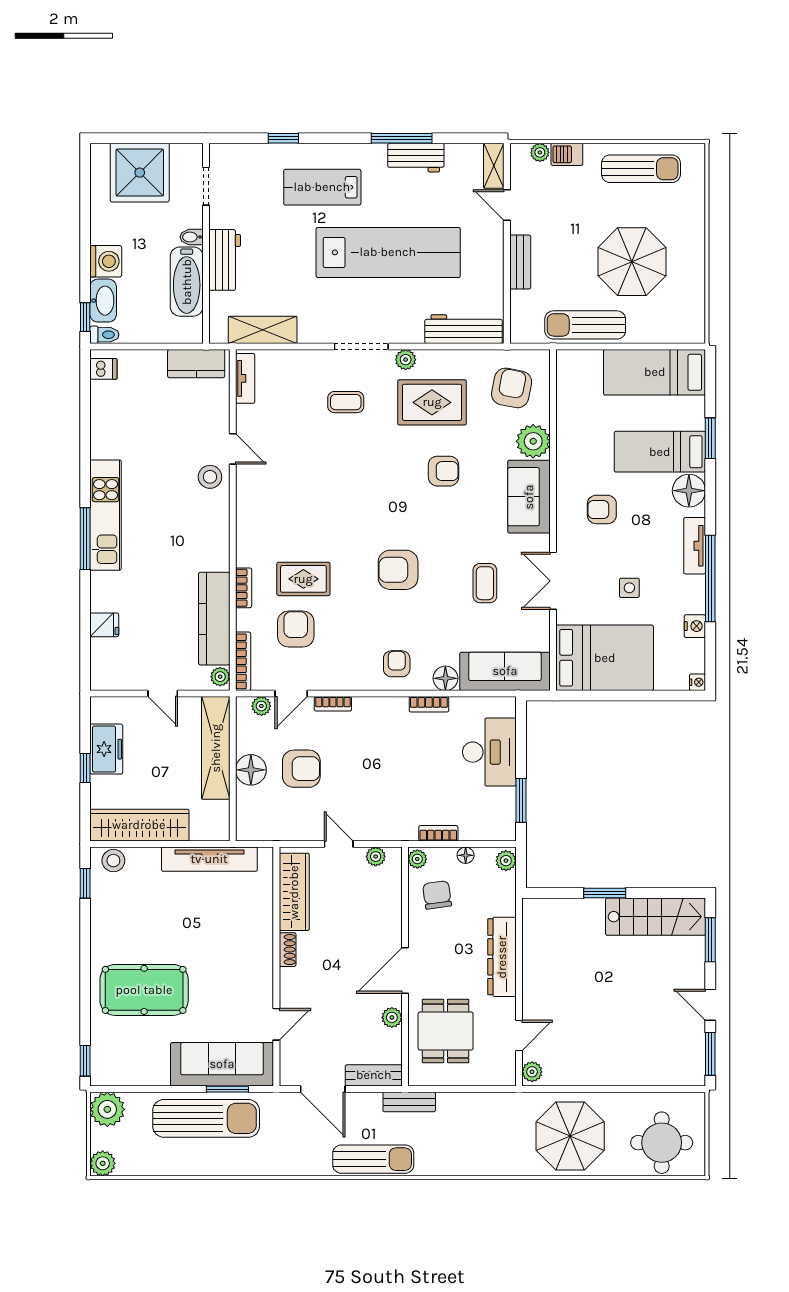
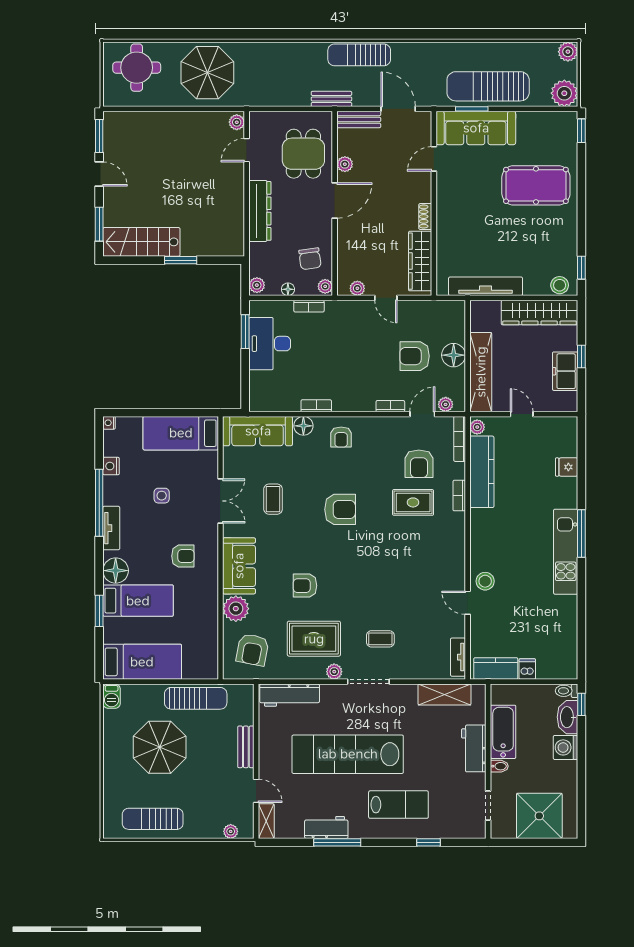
barbecue: (567, 154) -> (112, 696), moved, turned 90
dishwasher: (103, 369) -> (527, 669), moved, turned 90
bed: (605, 658) -> (181, 433), width x0.67
desk: (489, 752) -> (270, 344), moved

